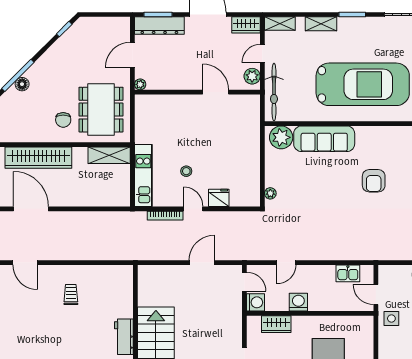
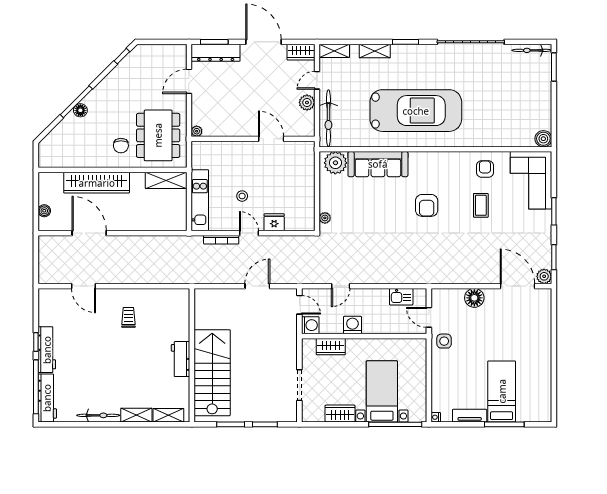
plant: (140, 84) -> (197, 131), moved
wall: (197, 92) -> (253, 139), moved
door: (216, 92) -> (271, 139), moved

